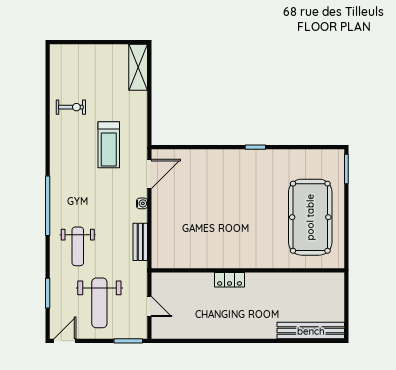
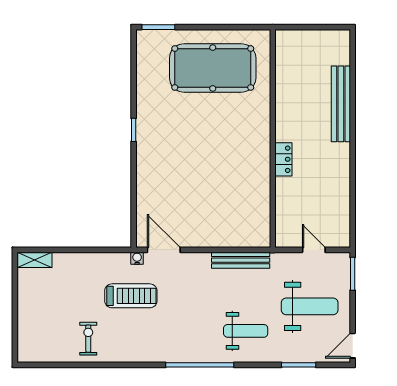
shelving: (138, 67) -> (34, 260), width x0.67, depth x0.75
water cooler: (142, 203) -> (137, 258), moved
bench: (140, 242) -> (241, 260), width x1.36
door: (149, 307) -> (314, 250), hinge flipped
bench: (311, 331) -> (341, 104), moved
door: (65, 341) -> (353, 346), hinge flipped

